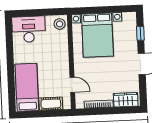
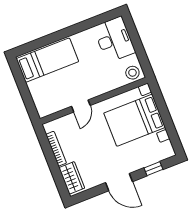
door: (72, 85) -> (81, 106), moved
cot: (51, 104) -> (38, 94), removed

